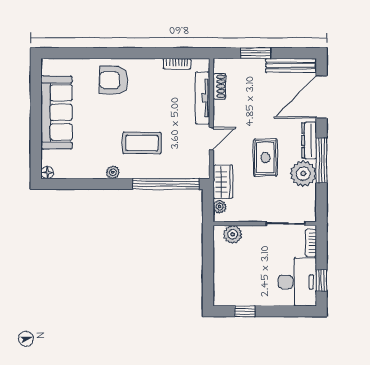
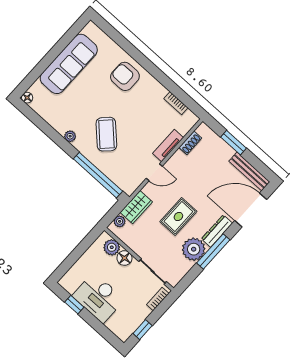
tv unit: (203, 98) -> (168, 145), width x0.71
coffee table: (142, 143) -> (106, 134), turned 44
floor lamp: (252, 234) -> (124, 258), added
desk: (297, 282) -> (98, 298), moved, turned 90

